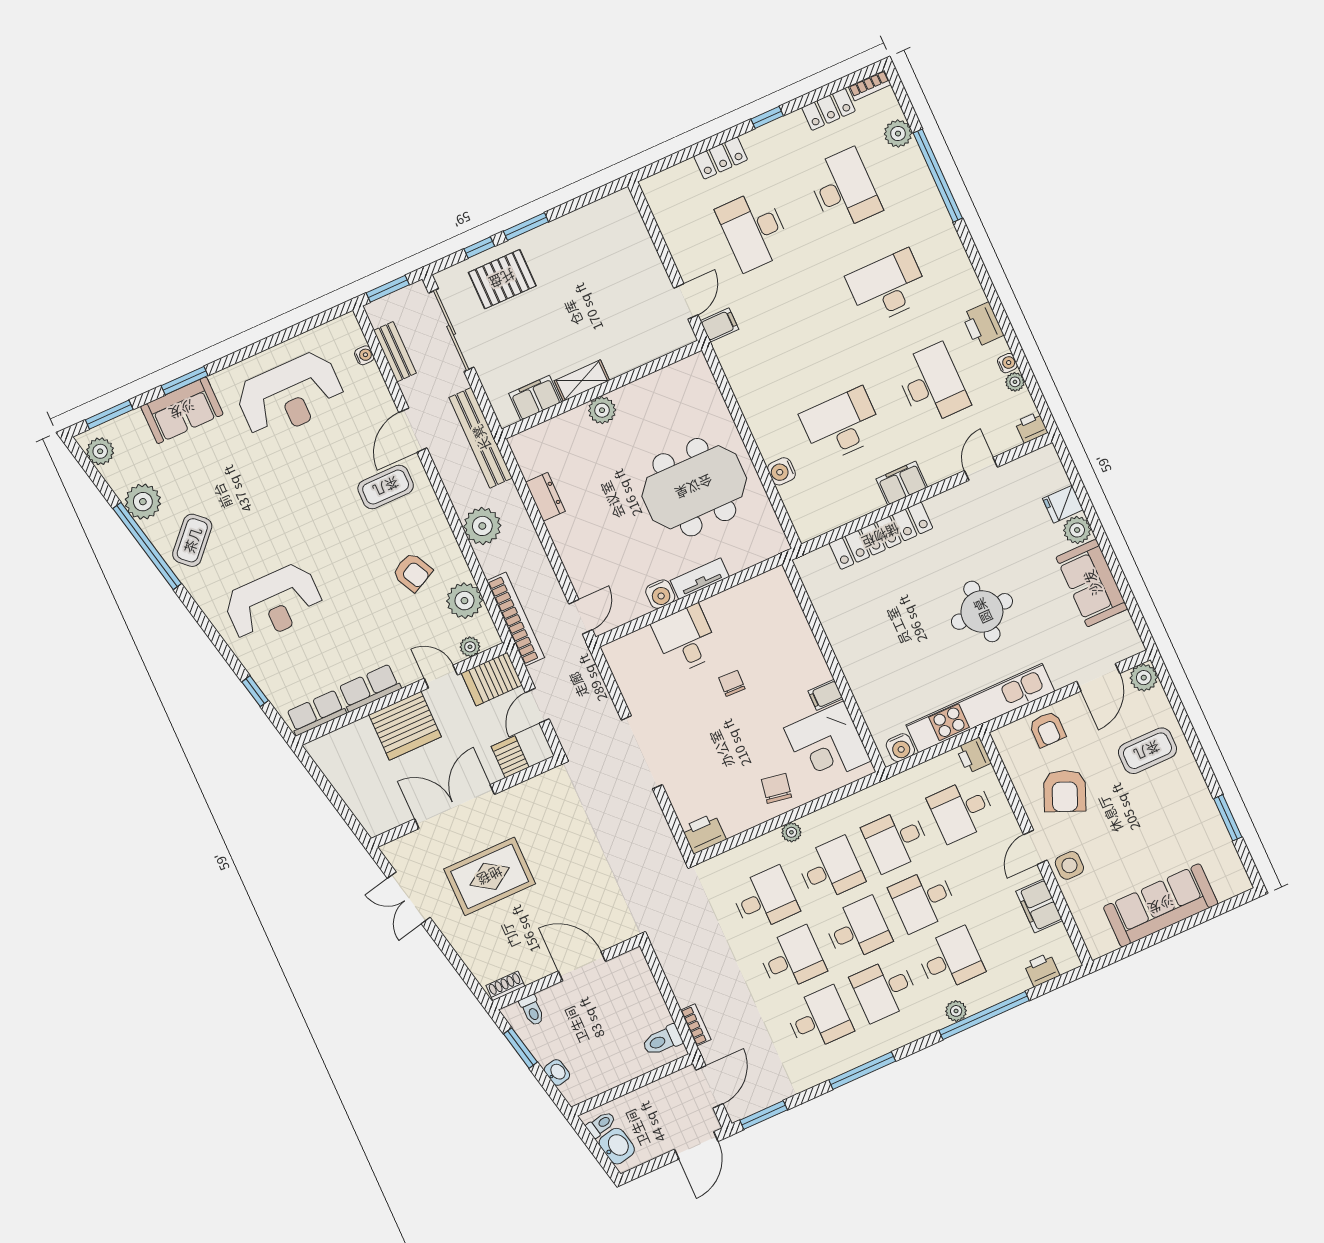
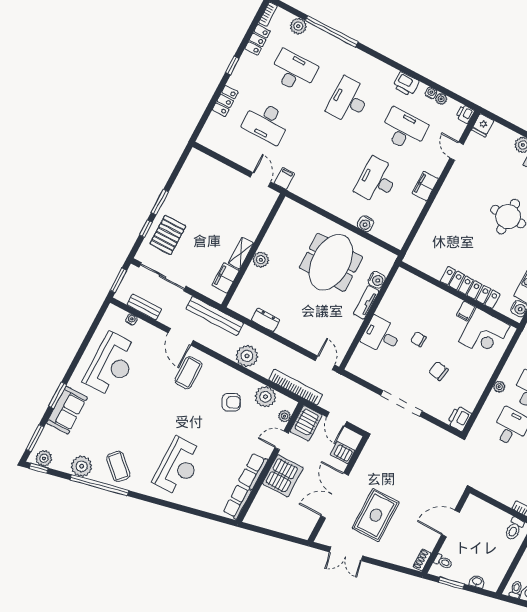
fridge: (1063, 504) -> (483, 125), moved
locker: (881, 536) -> (470, 288), moved, turned -90
water cooler: (660, 594) -> (377, 280), moved
window: (255, 691) -> (39, 468), moved
chair: (776, 788) -> (439, 371), moved

